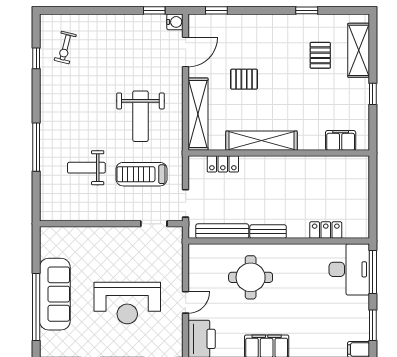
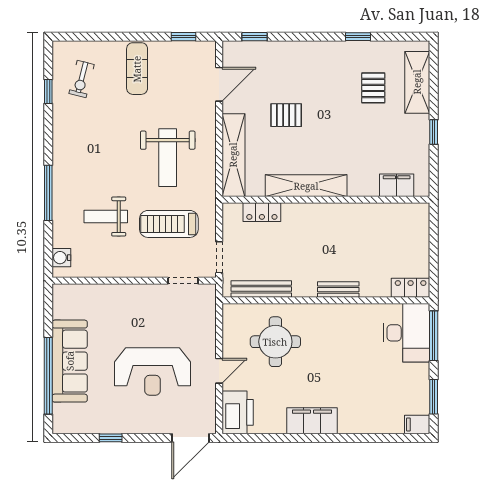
water cooler: (175, 22) -> (61, 258), moved, turned 180
exercise mat: (114, 38) -> (137, 69), added
locker: (326, 230) -> (411, 288), moved
bench: (268, 232) -> (338, 290), moved
round table: (251, 277) -> (275, 342), moved

